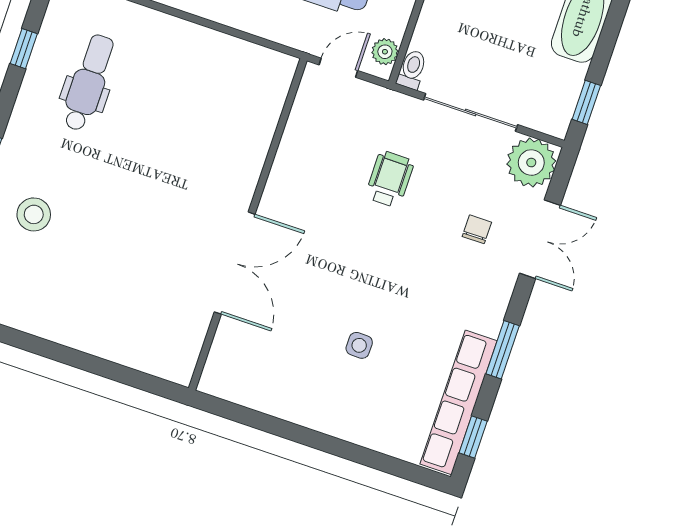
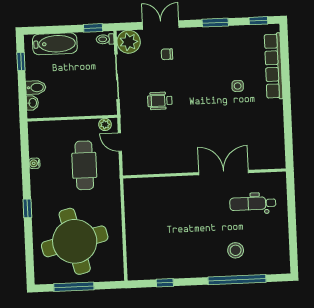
toilet: (412, 69) -> (105, 39), moved
dental chair: (88, 83) -> (253, 204), moved
wall: (248, 224) -> (204, 173), moved
double door: (235, 263) -> (224, 173), moved
row of seats: (458, 402) -> (274, 66), moved, turned 90

